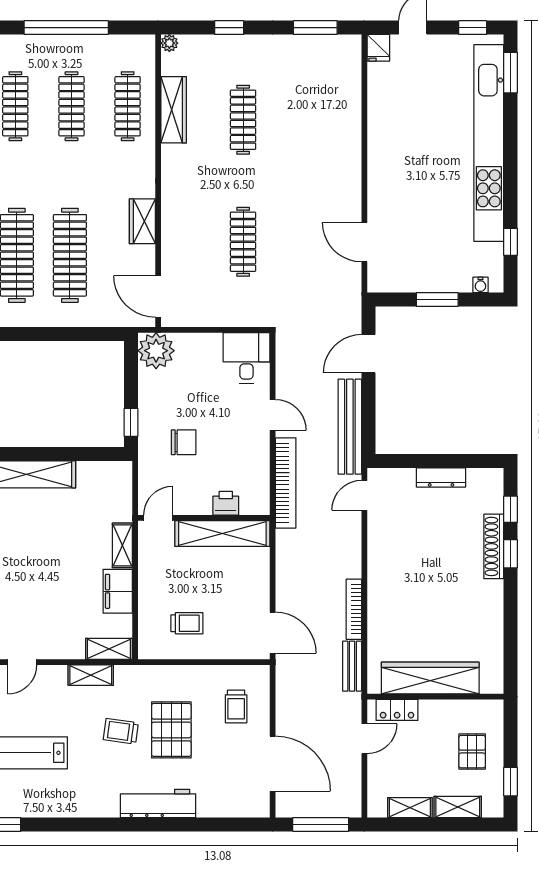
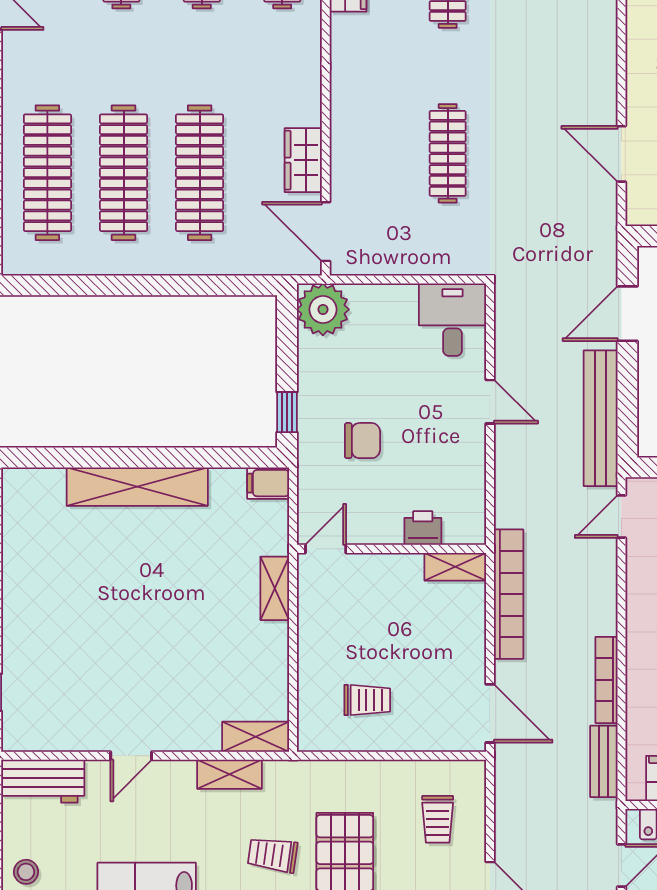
wardrobe: (142, 221) -> (303, 160), moved
bookcase: (286, 483) -> (509, 594), moved
shelving: (222, 533) -> (455, 567), width x0.45, depth x0.75
filing cabinet: (118, 591) -> (268, 483), moved, width x0.50

